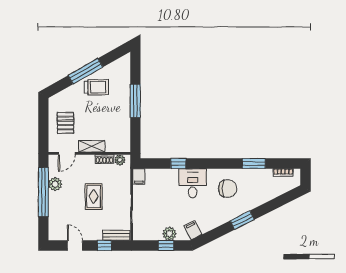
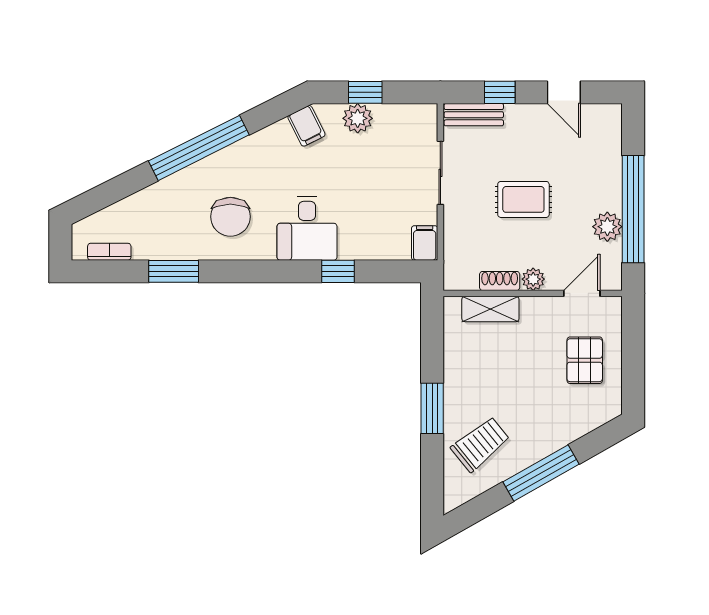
trolley: (96, 87) -> (480, 444), moved, turned 141
window: (135, 101) -> (432, 408), width x0.69
shelving: (92, 146) -> (490, 309), moved
plant: (120, 160) -> (533, 279), moved
chair: (228, 189) -> (230, 217), turned -90
rug: (94, 196) -> (523, 199), turned 90
window: (242, 220) -> (199, 148), width x2.11

